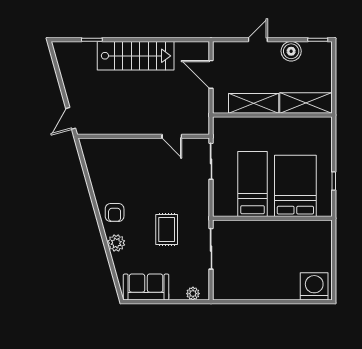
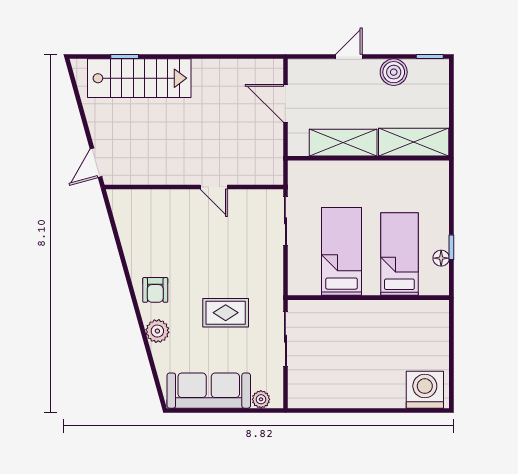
stairs: (136, 56) -> (139, 78), moved
door: (172, 136) -> (214, 187), moved
bed: (295, 186) -> (399, 254), width x0.67
floor lamp: (326, 189) -> (441, 258), added
rug: (167, 229) -> (226, 313), turned 90
sofa: (146, 287) -> (209, 391), width x1.36

